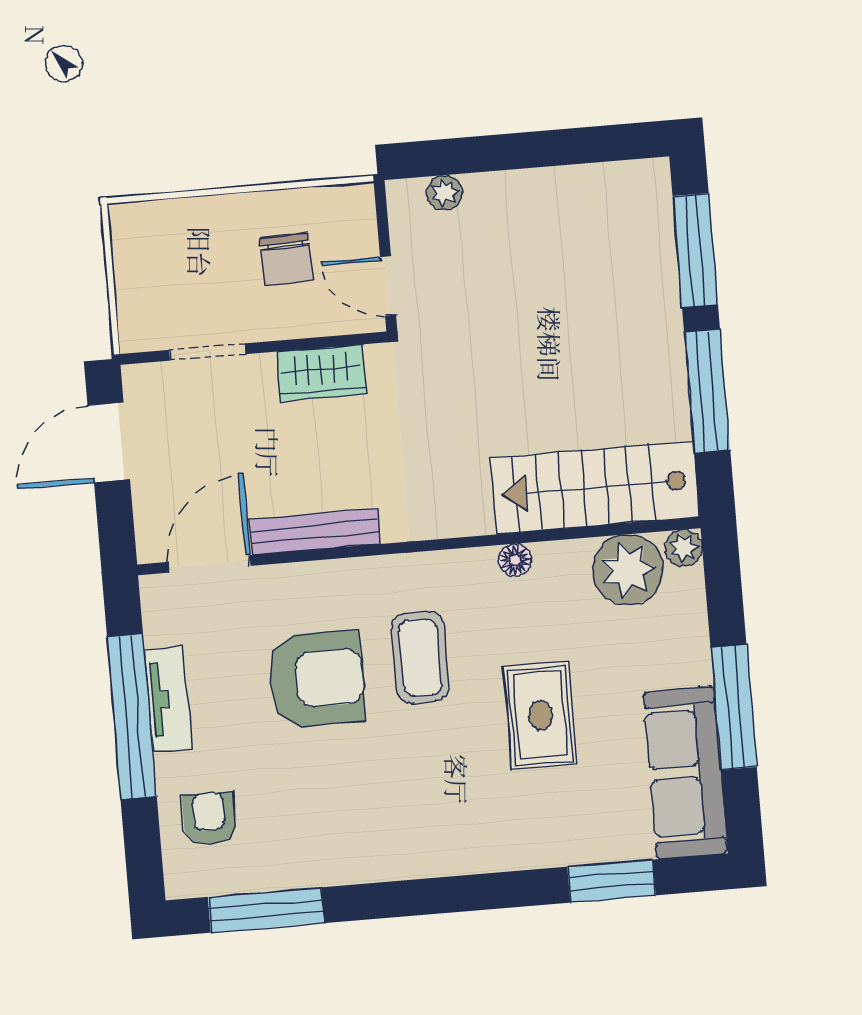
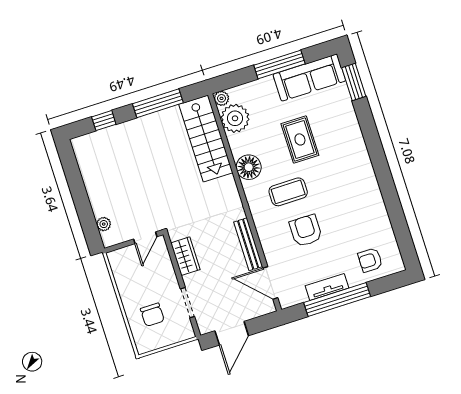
window: (695, 250) -> (104, 121), width x0.46
chair: (287, 260) -> (152, 315), moved, turned 92
door: (109, 442) -> (232, 333), hinge flipped
floor lamp: (515, 560) -> (249, 167), width x1.89, depth x1.89
armchair: (316, 679) -> (306, 231), width x0.73, depth x0.73
rug: (541, 715) -> (300, 139), turned 90
window: (611, 881) -> (354, 82), moved
window: (266, 910) -> (401, 230), removed

